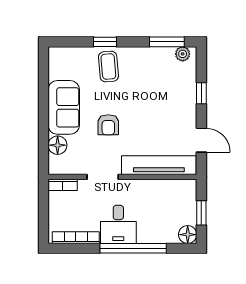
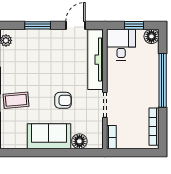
window: (201, 93) -> (38, 25), width x1.50
desk: (118, 224) -> (121, 45), moved, turned -90

